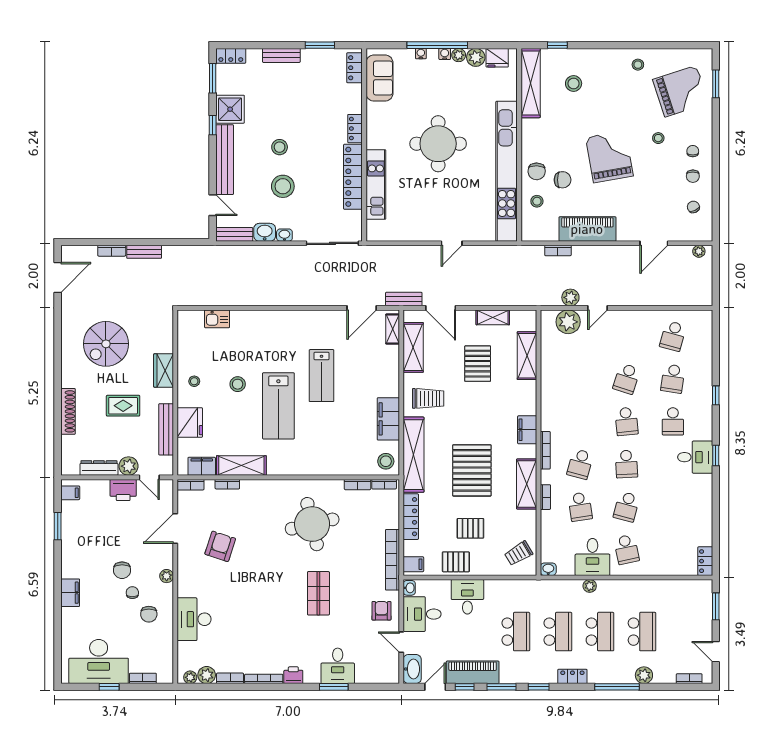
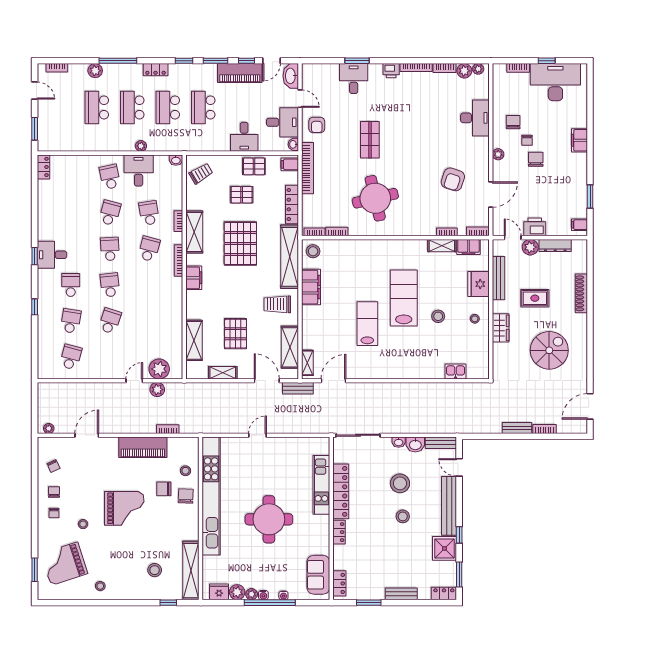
grand piano: (609, 157) -> (124, 508), turned -80
shelving: (241, 466) -> (442, 246), width x0.67, depth x0.75

